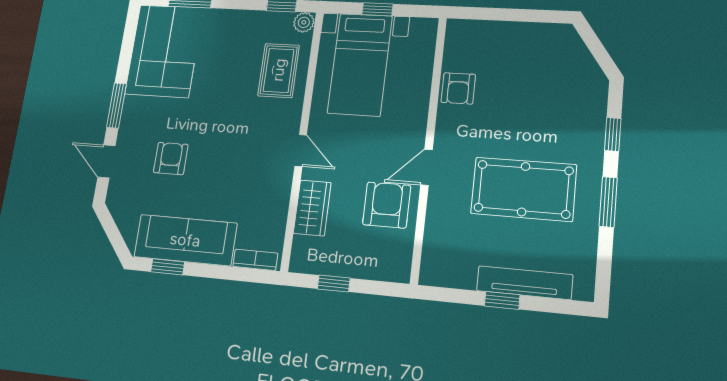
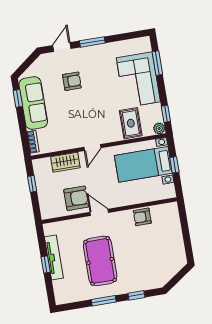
corner sofa: (164, 51) -> (138, 80), moved, turned 90
rug: (279, 70) -> (131, 123), turned 90
tv unit: (525, 283) -> (54, 257), moved

